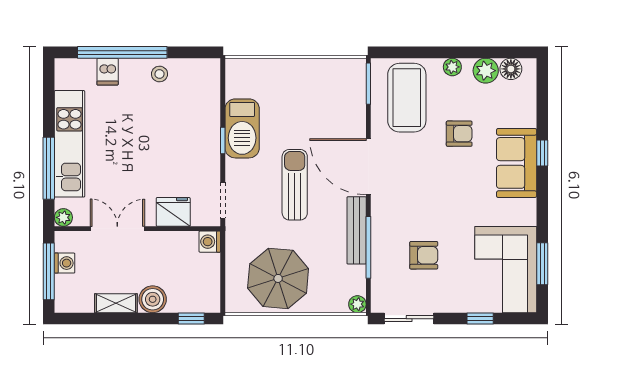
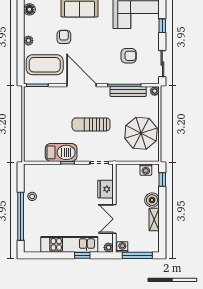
plant: (486, 71) -> (30, 23), removed
dishwasher: (108, 72) -> (31, 224), removed
door: (368, 167) -> (82, 85), swing flipped
window: (49, 168) -> (82, 255), width x0.46
bench: (357, 230) -> (128, 92), moved
washing machine: (210, 242) -> (146, 170), moved
armchair: (424, 255) -> (129, 56), turned 90
washing machine: (65, 263) -> (122, 247), moved

